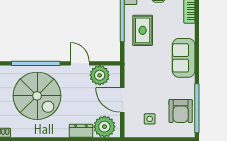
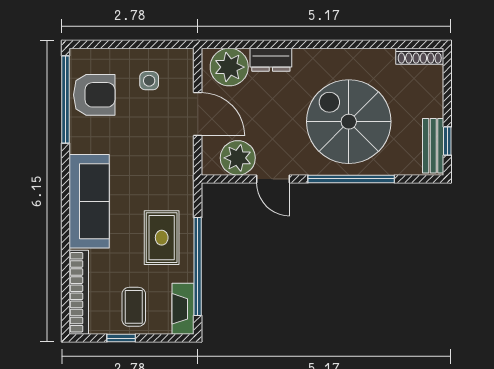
sofa: (184, 58) -> (89, 201), width x1.36
armchair: (181, 111) -> (94, 95), turned 90

